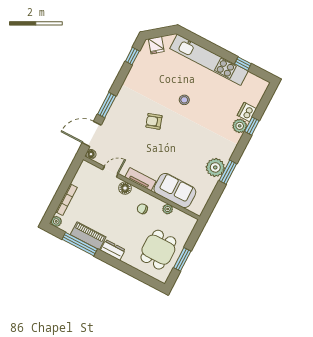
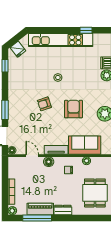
armchair: (183, 144) -> (73, 109), added
door: (110, 172) -> (32, 156), hinge flipped

